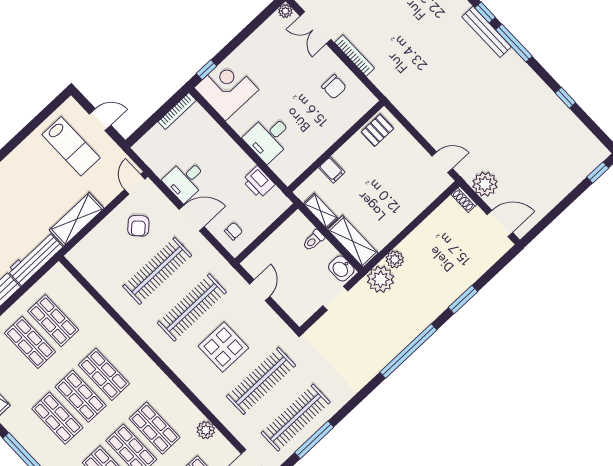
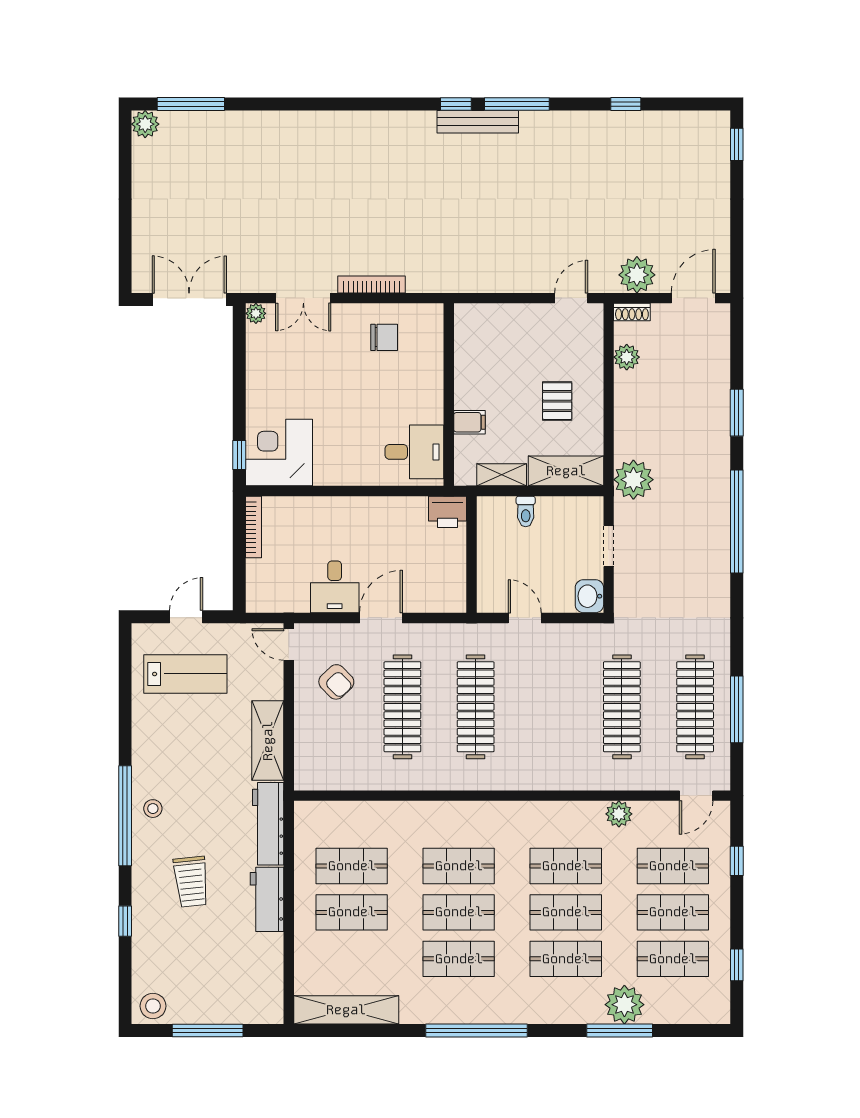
pallet: (377, 130) -> (557, 401), moved
desk: (269, 138) -> (414, 452), moved, turned -90
printer: (259, 182) -> (448, 512), moved
chair: (234, 231) -> (437, 587), removed
plant: (395, 259) -> (627, 357), moved
washbasin: (341, 268) -> (589, 596), moved, turned 90
display table: (223, 347) -> (549, 713), removed

